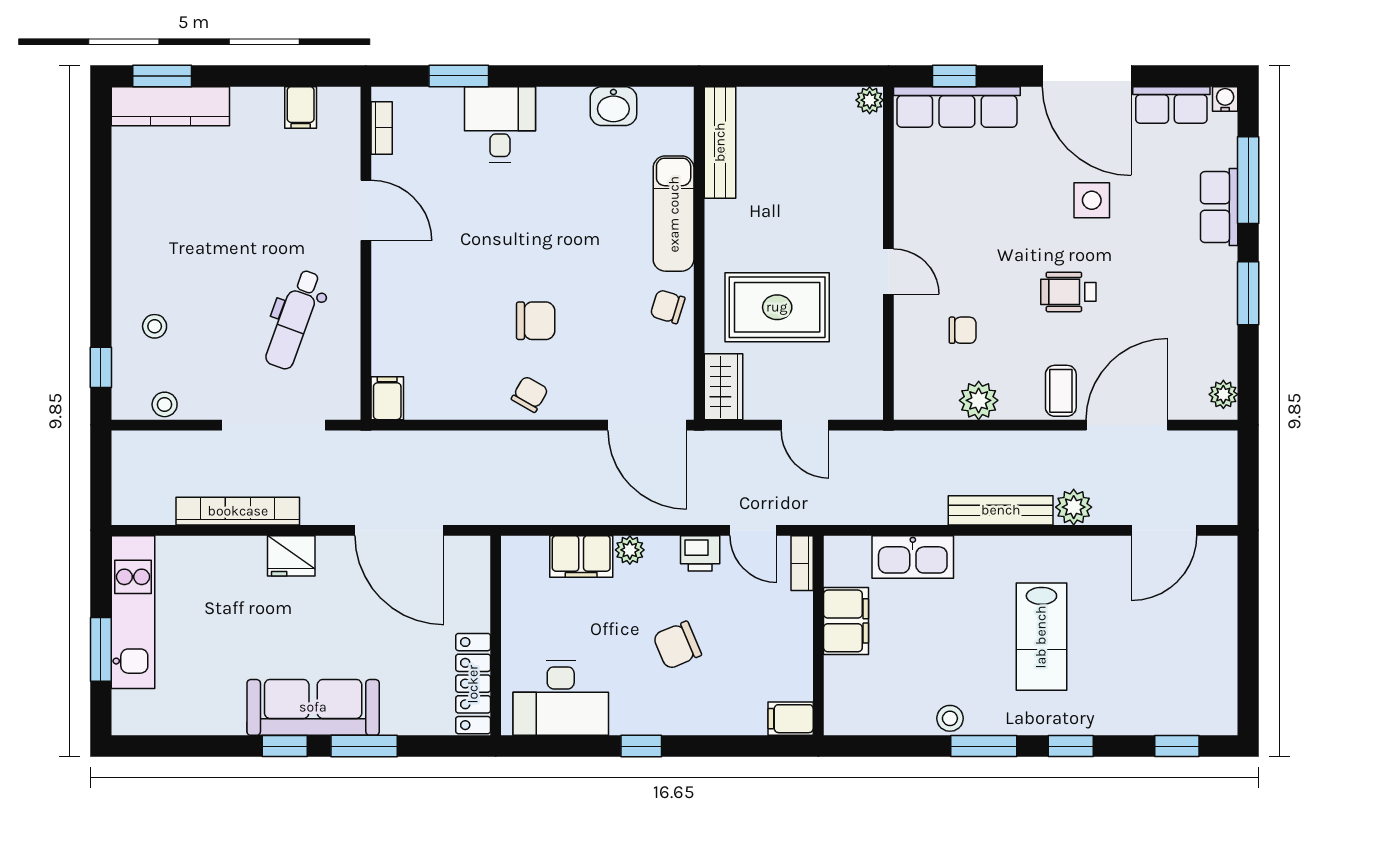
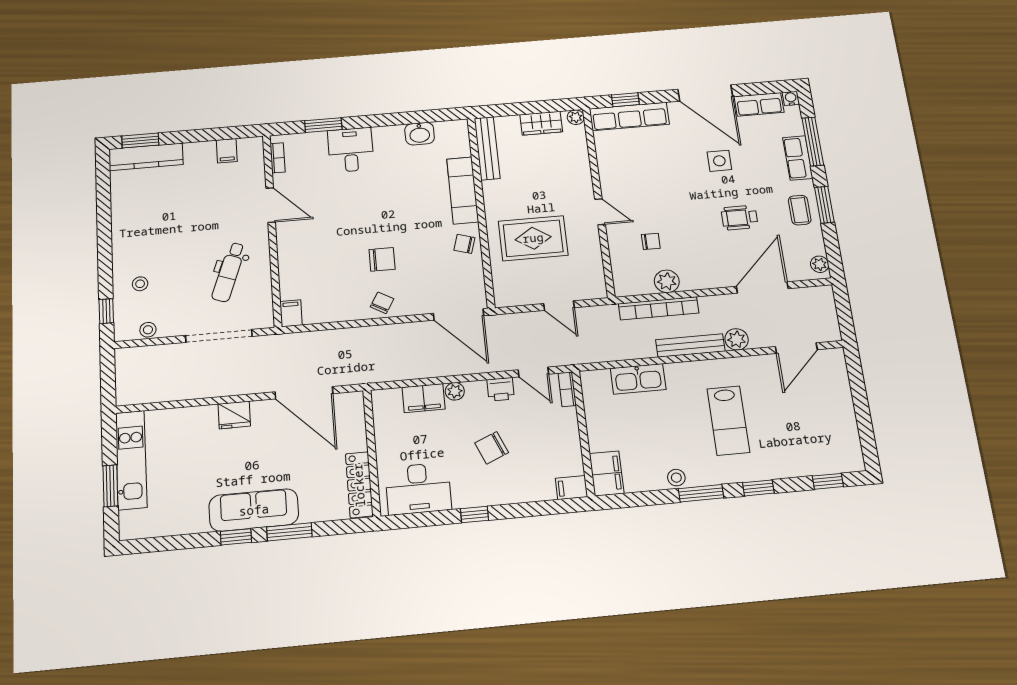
wheelchair: (1068, 292) -> (740, 218), moved
wardrobe: (723, 387) -> (541, 123), moved, turned 90
coffee table: (1061, 391) -> (800, 210), moved
bookcase: (238, 511) -> (659, 308), moved, turned 180
filing cabinet: (846, 621) -> (607, 473), moved

